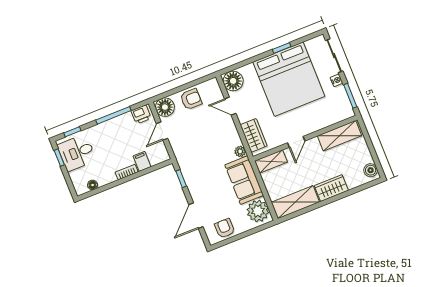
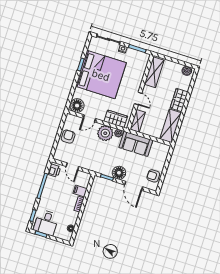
floor lamp: (165, 107) -> (119, 173), moved
plant: (258, 211) -> (105, 133), moved

